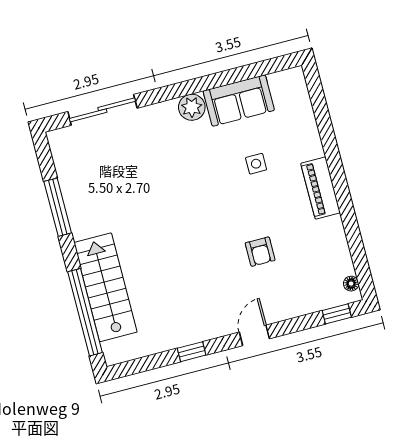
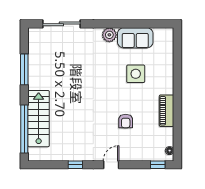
side table: (256, 164) -> (136, 74), width x1.87, depth x1.87
piano: (321, 188) -> (167, 111), moved

